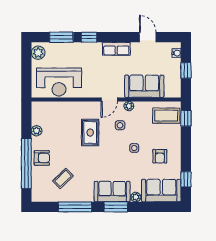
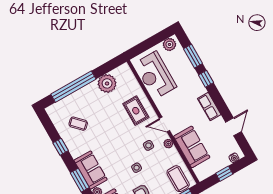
plant: (37, 131) -> (107, 83), width x1.88, depth x1.88
rug: (90, 133) -> (136, 111), moved, turned 90
armchair: (42, 158) -> (85, 97), removed
window: (75, 207) -> (61, 147), width x0.46

